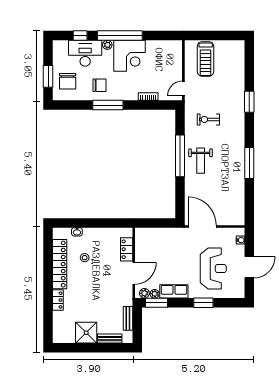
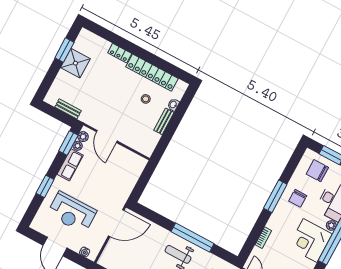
locker: (127, 249) -> (133, 142), removed
bench: (110, 339) -> (164, 121), moved
window: (80, 348) -> (64, 50), added

